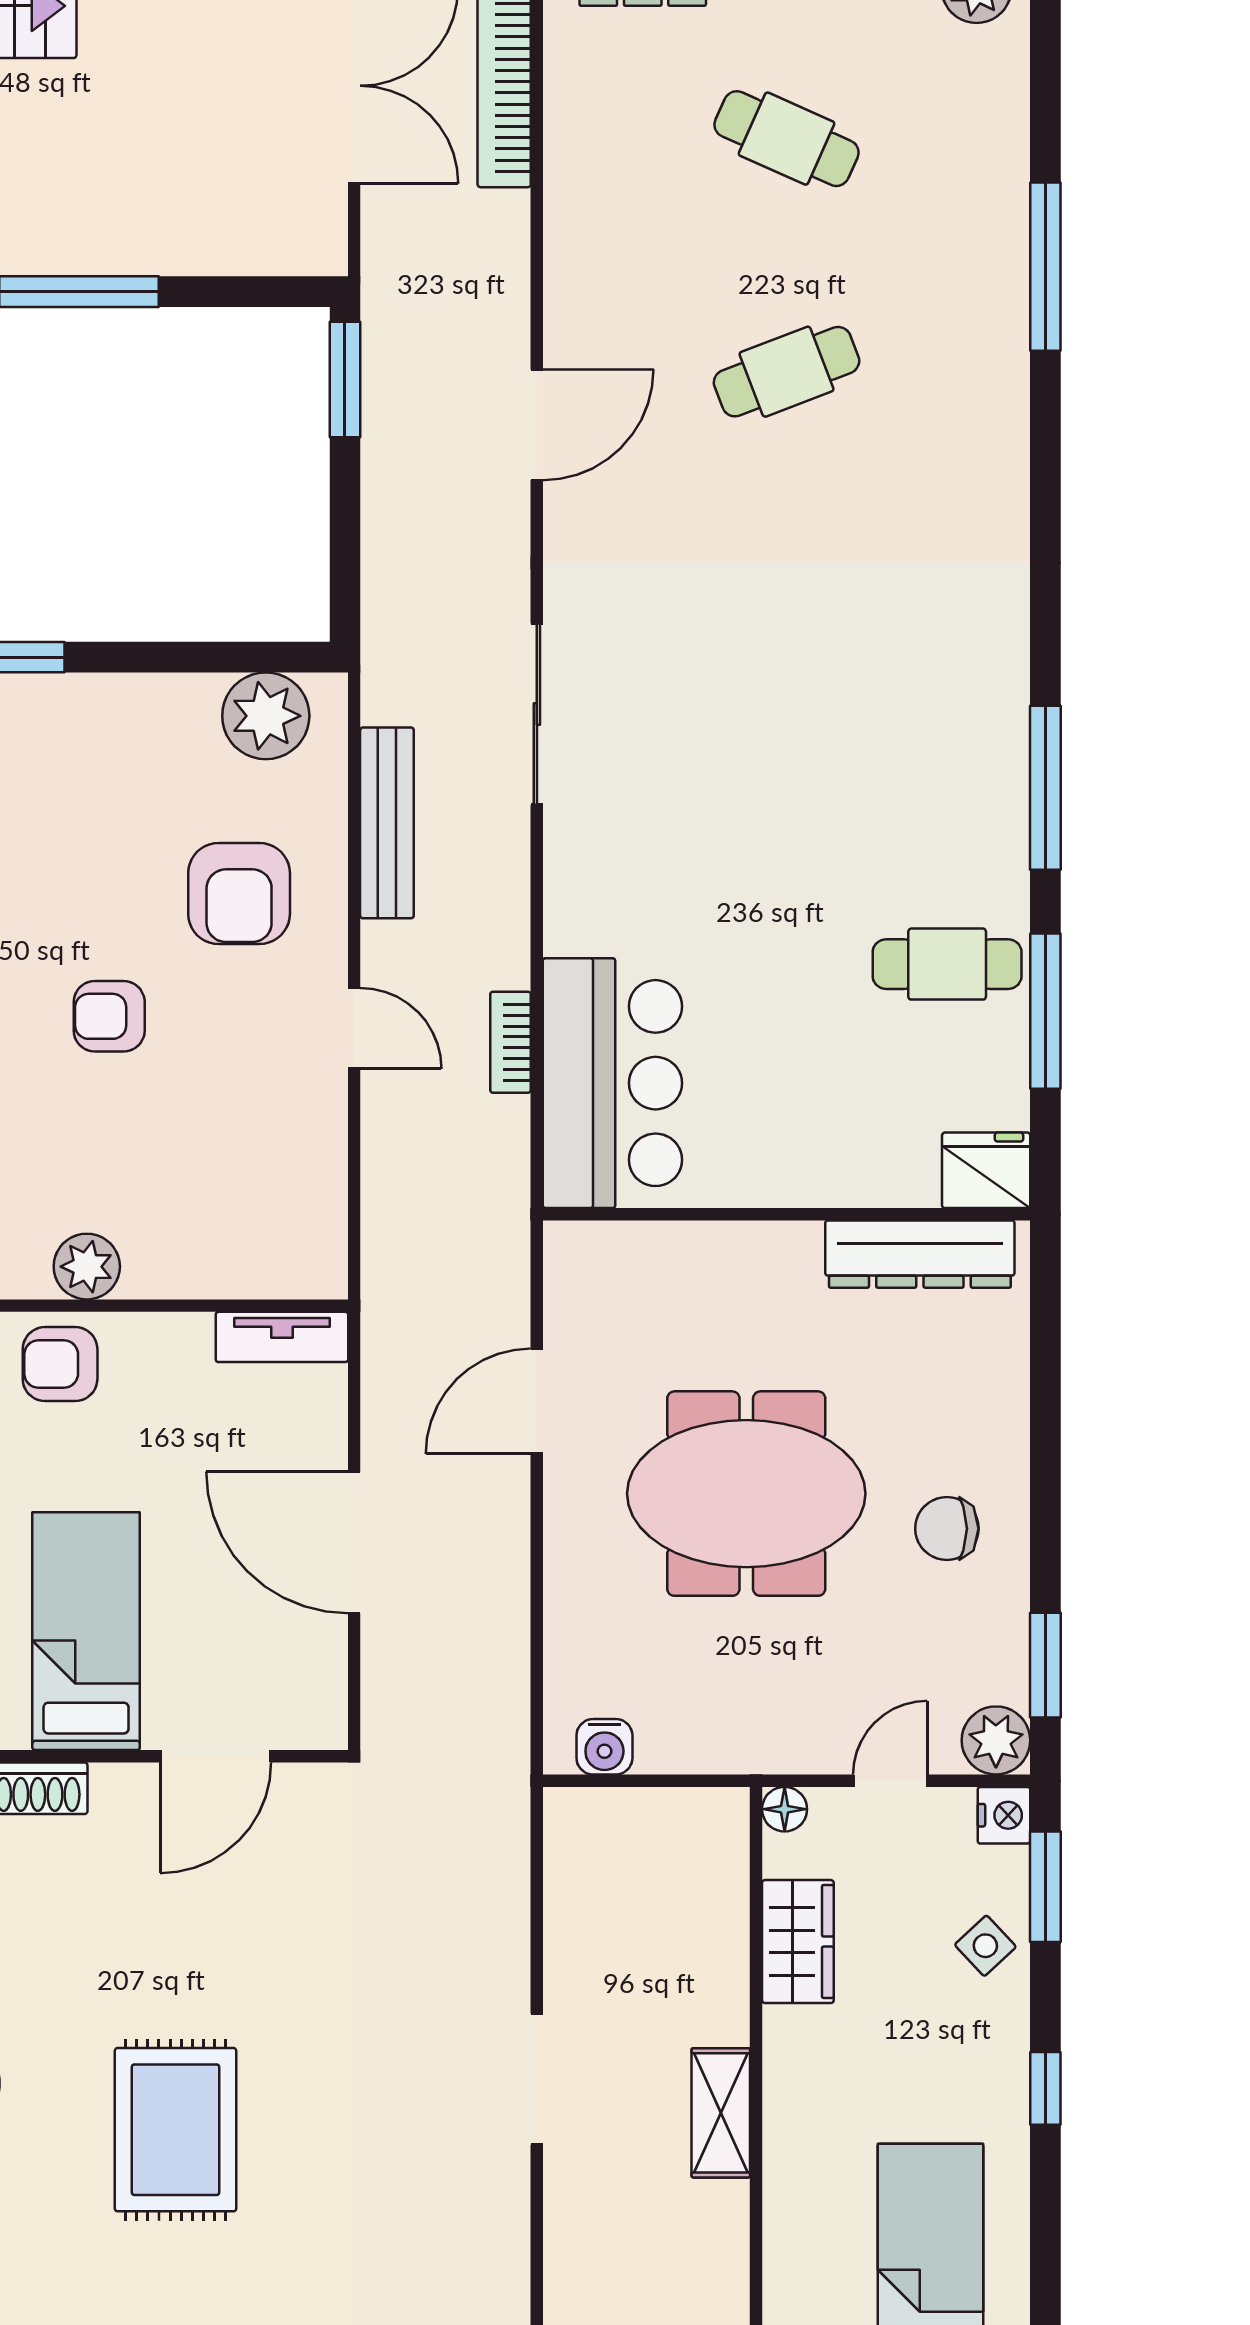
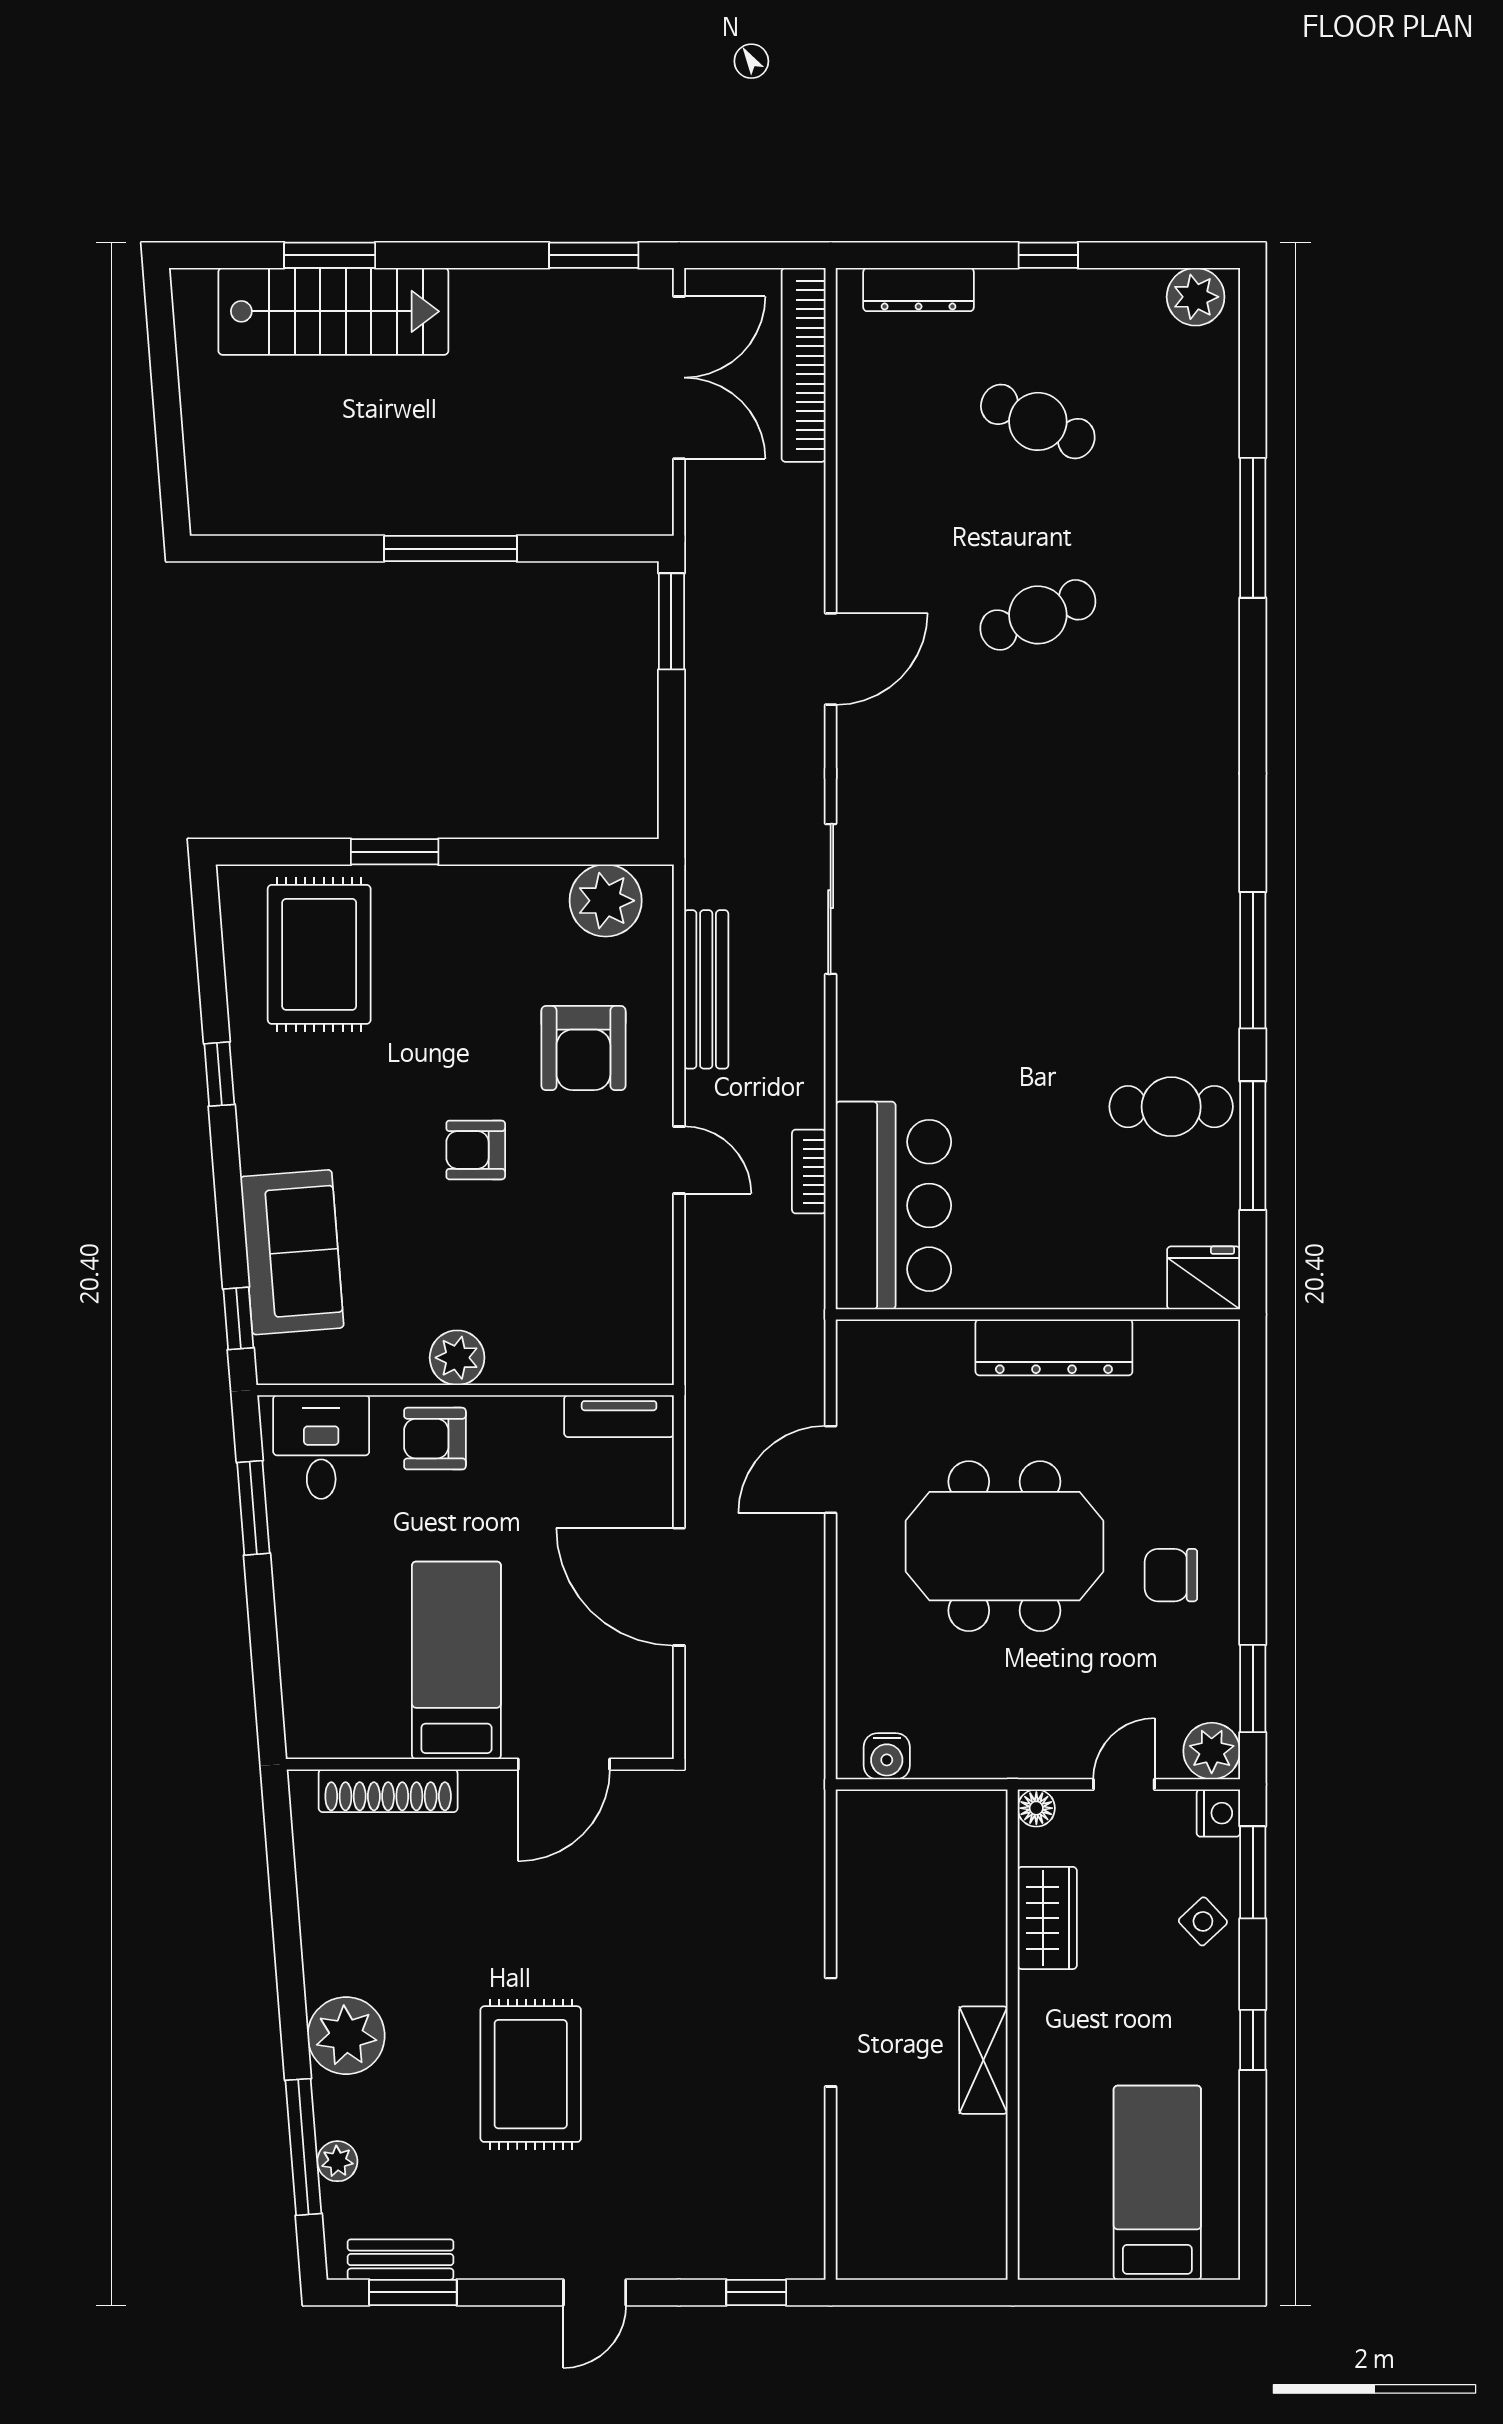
dresser: (920, 1254) -> (1054, 1347), moved

